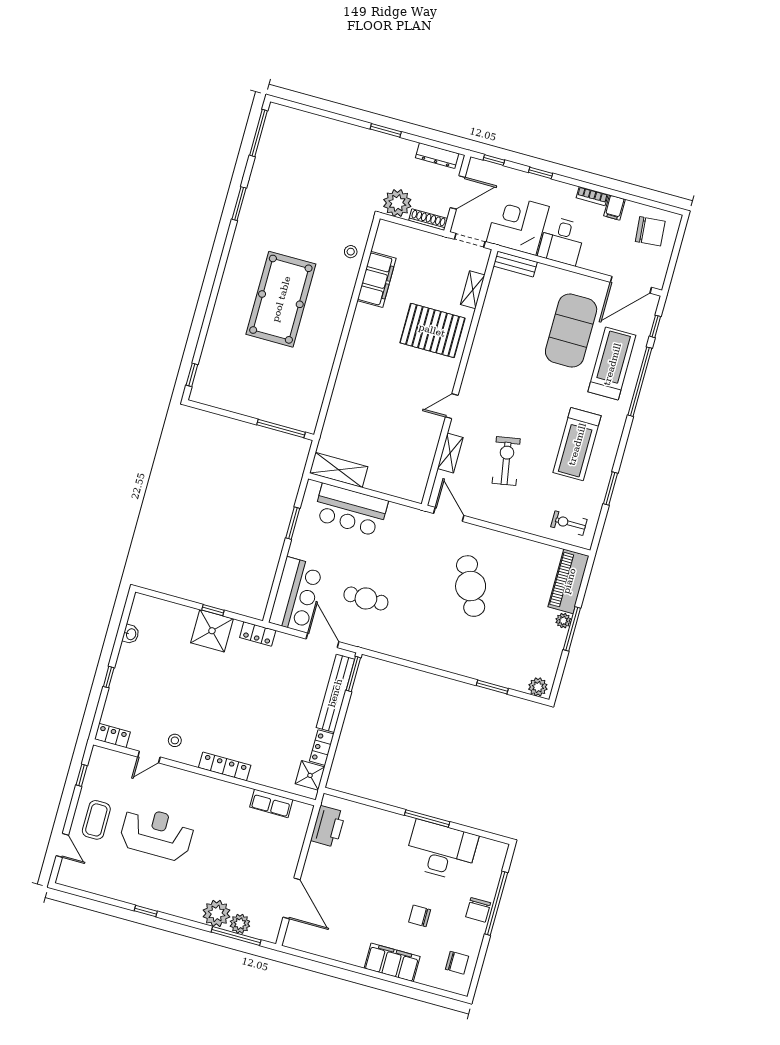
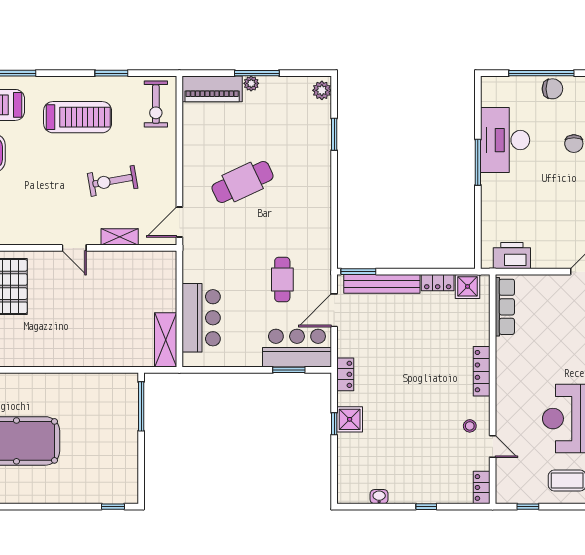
window: (293, 523) -> (289, 370), moved
exercise bike: (569, 523) -> (156, 104), width x1.38, depth x1.39
shower: (212, 631) -> (350, 419), width x0.73, depth x0.73
row of seats: (271, 803) -> (505, 307), width x1.48

